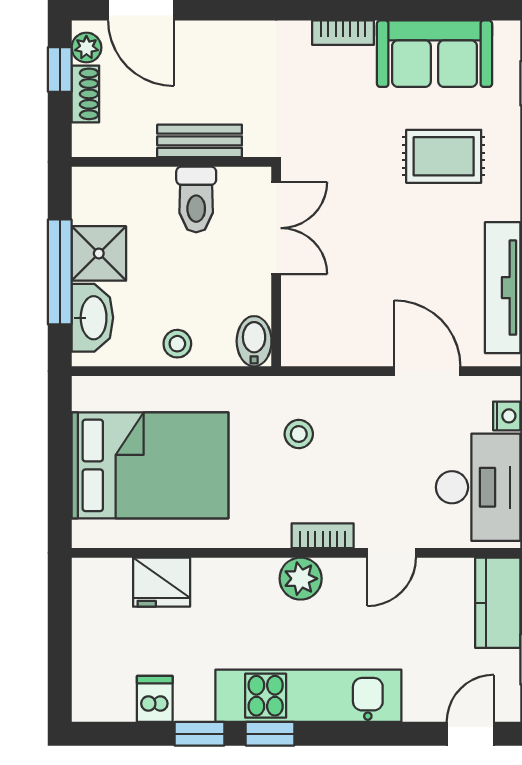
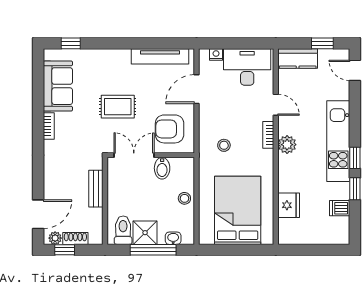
rug: (444, 156) -> (118, 107), moved, turned 90
toilet: (196, 199) -> (123, 230), moved, turned -90
armchair: (336, 309) -> (170, 129), added
washbasin: (92, 318) -> (173, 238), width x0.52, depth x0.69
bidet: (254, 341) -> (162, 168), moved, turned -90

